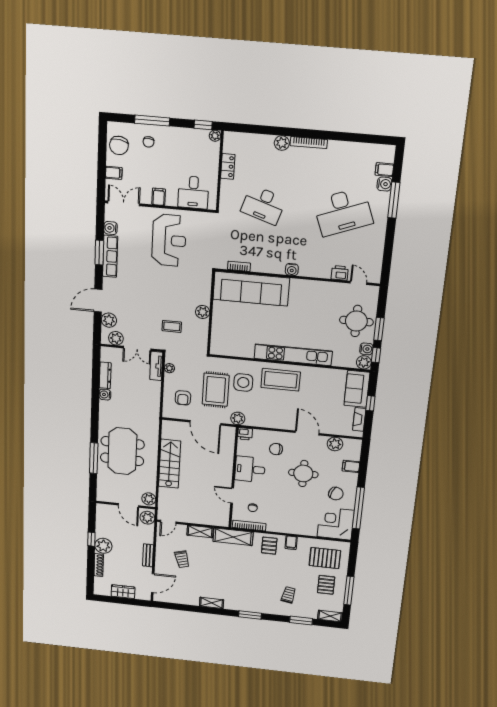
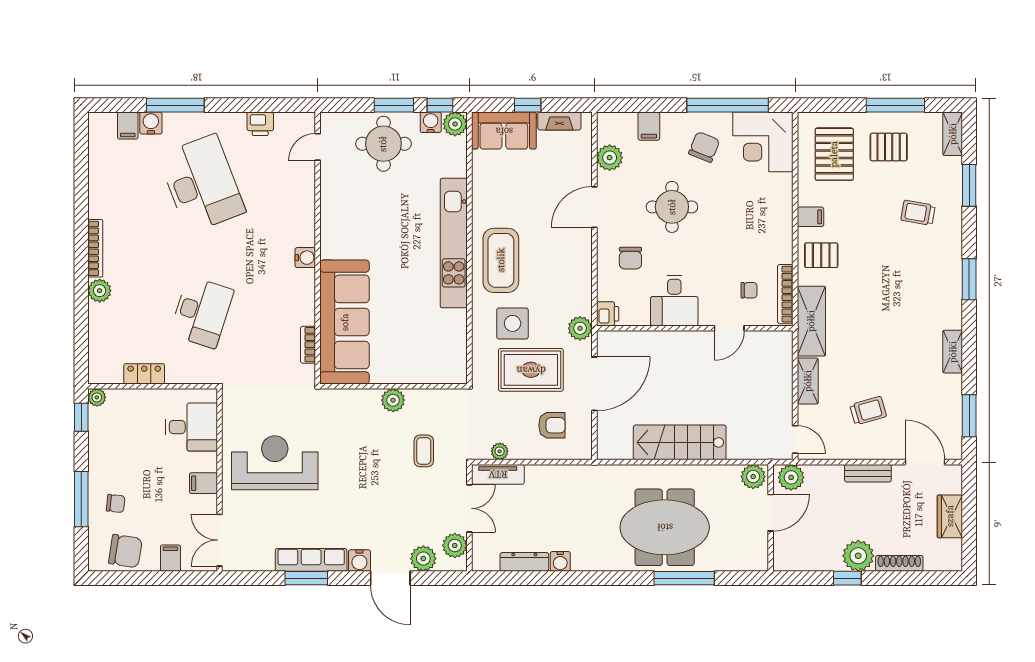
water cooler: (111, 228) -> (359, 561), moved
printer: (340, 273) -> (260, 124), moved, turned -90
window: (177, 607) -> (969, 416), added

